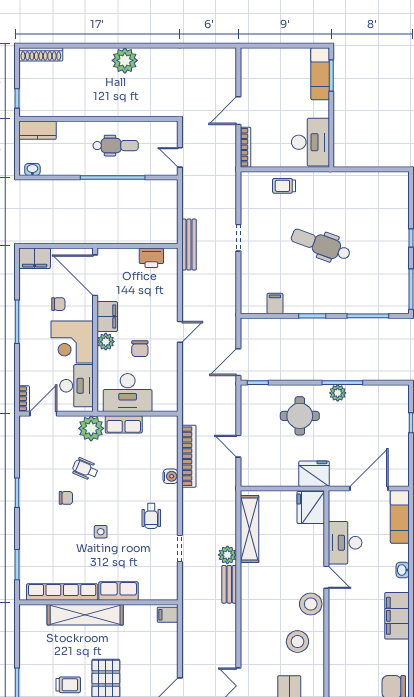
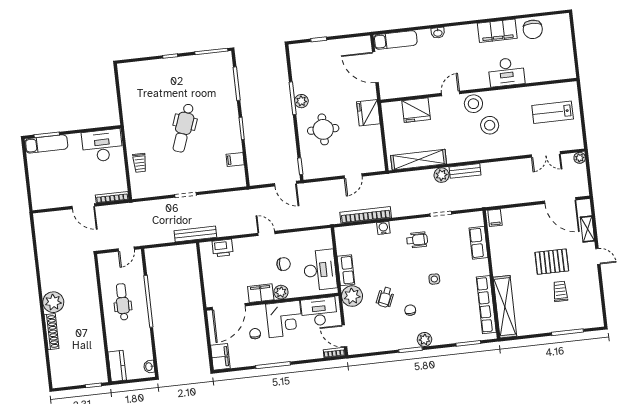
shoe rack: (41, 54) -> (52, 332), moved
printer: (151, 258) -> (223, 248), moved, turned 90
fridge: (311, 507) -> (416, 110), moved
plant: (28, 511) -> (425, 339), added
desk: (345, 543) -> (506, 72), moved
row of seats: (119, 591) -> (478, 243), moved
shelving: (85, 615) -> (505, 307), moved
filing cabinet: (397, 616) -> (497, 31), moved
stool: (297, 642) -> (490, 125), moved

